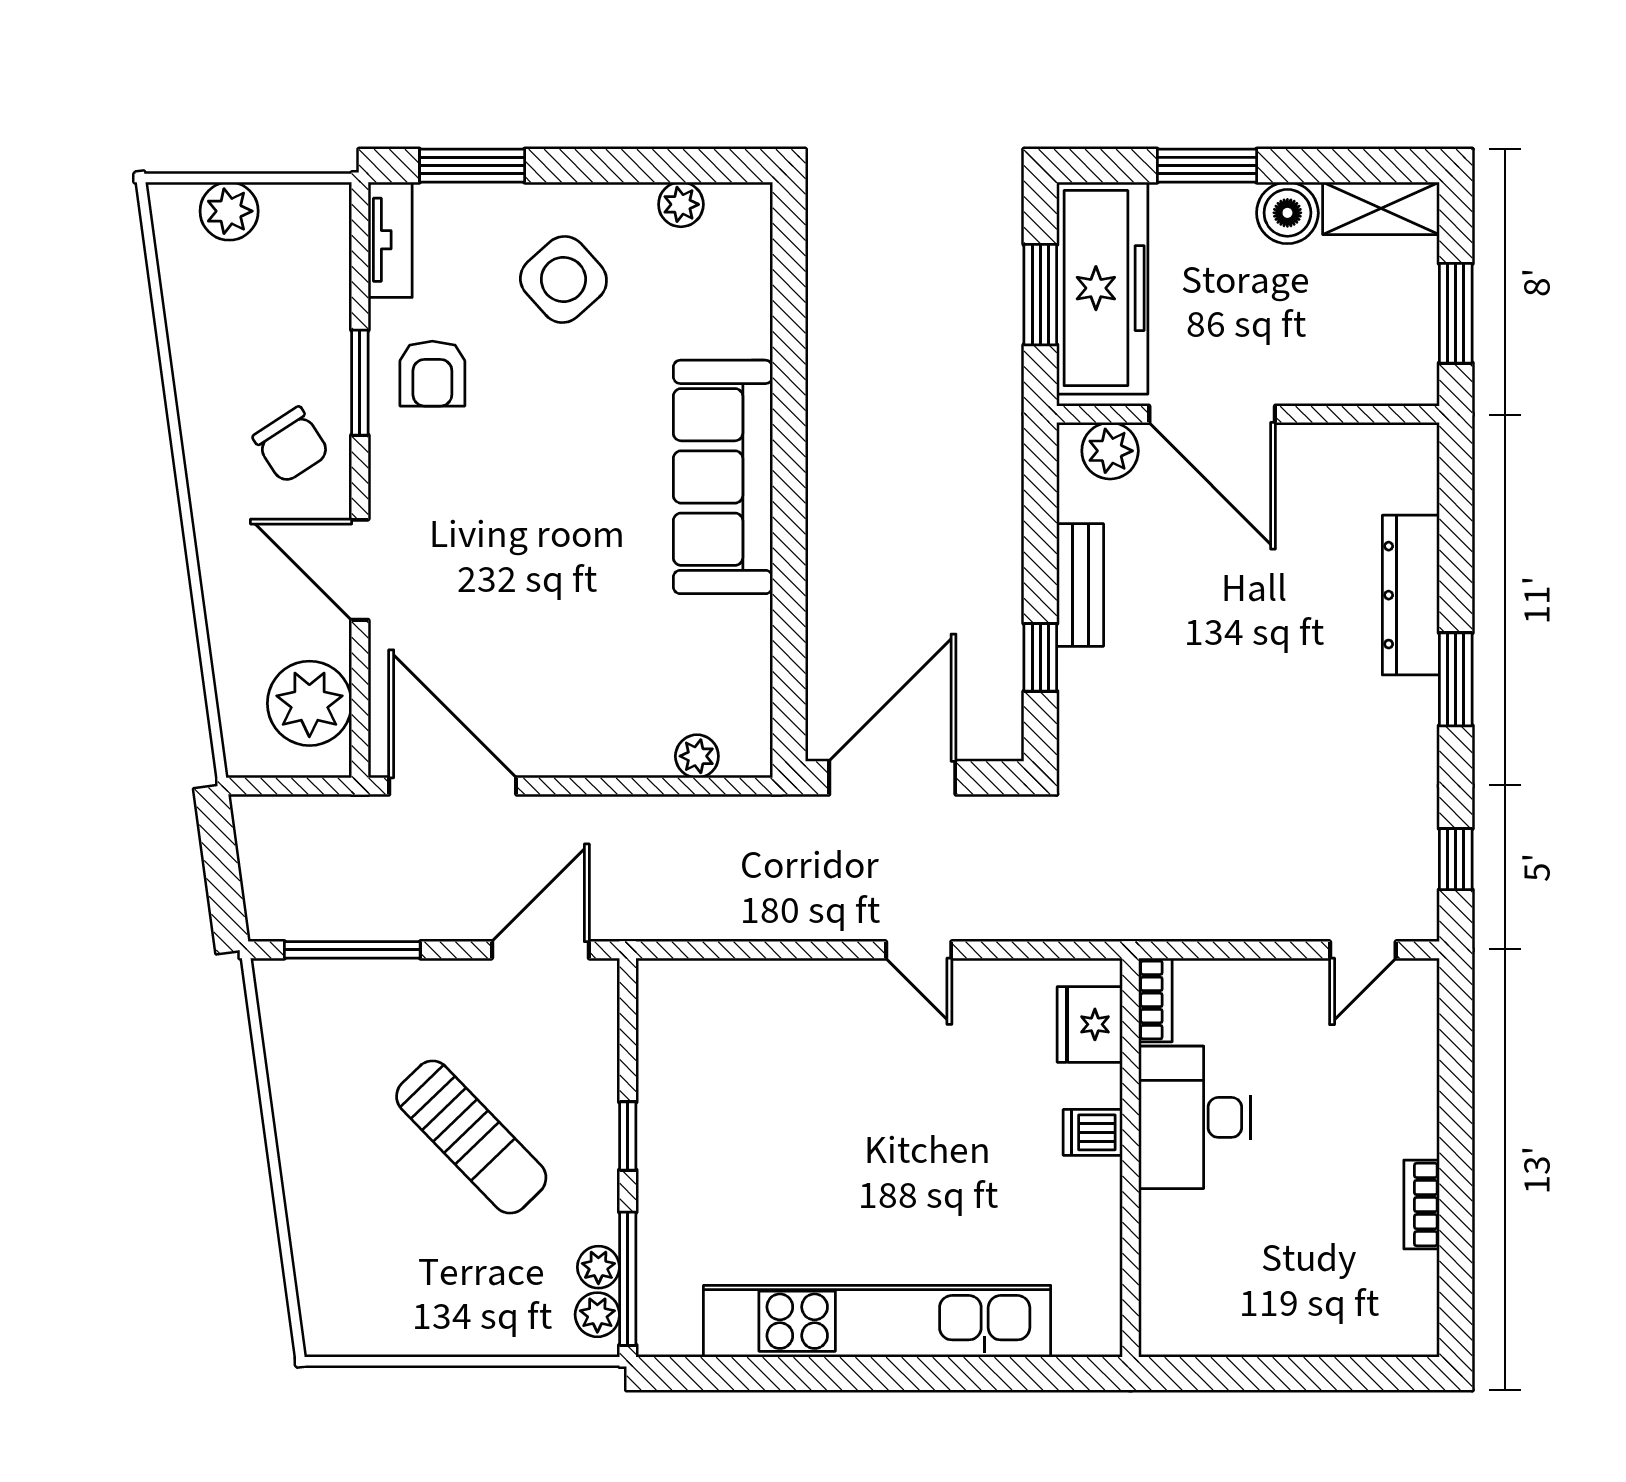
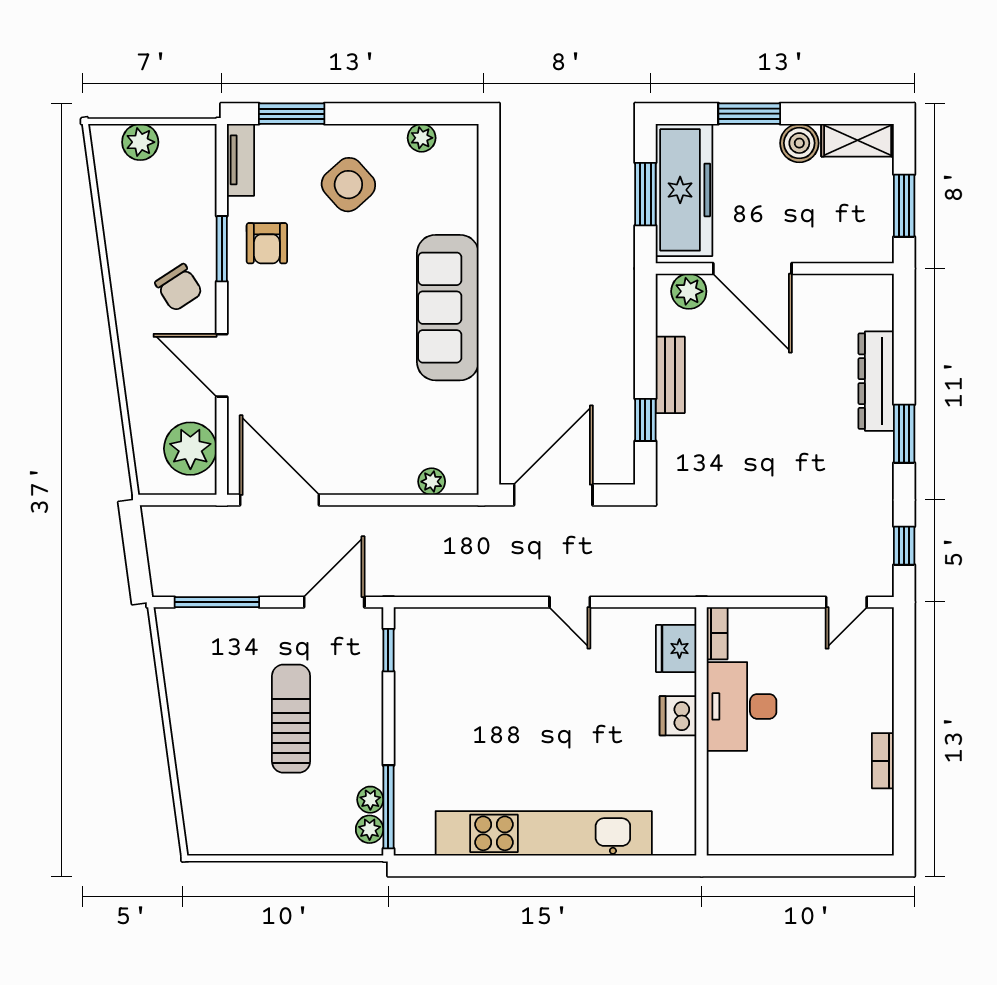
dishwasher: (1093, 1132) -> (678, 716), width x1.38
window: (628, 1136) -> (388, 650), moved
sun lounger: (471, 1137) -> (291, 719), turned -136

